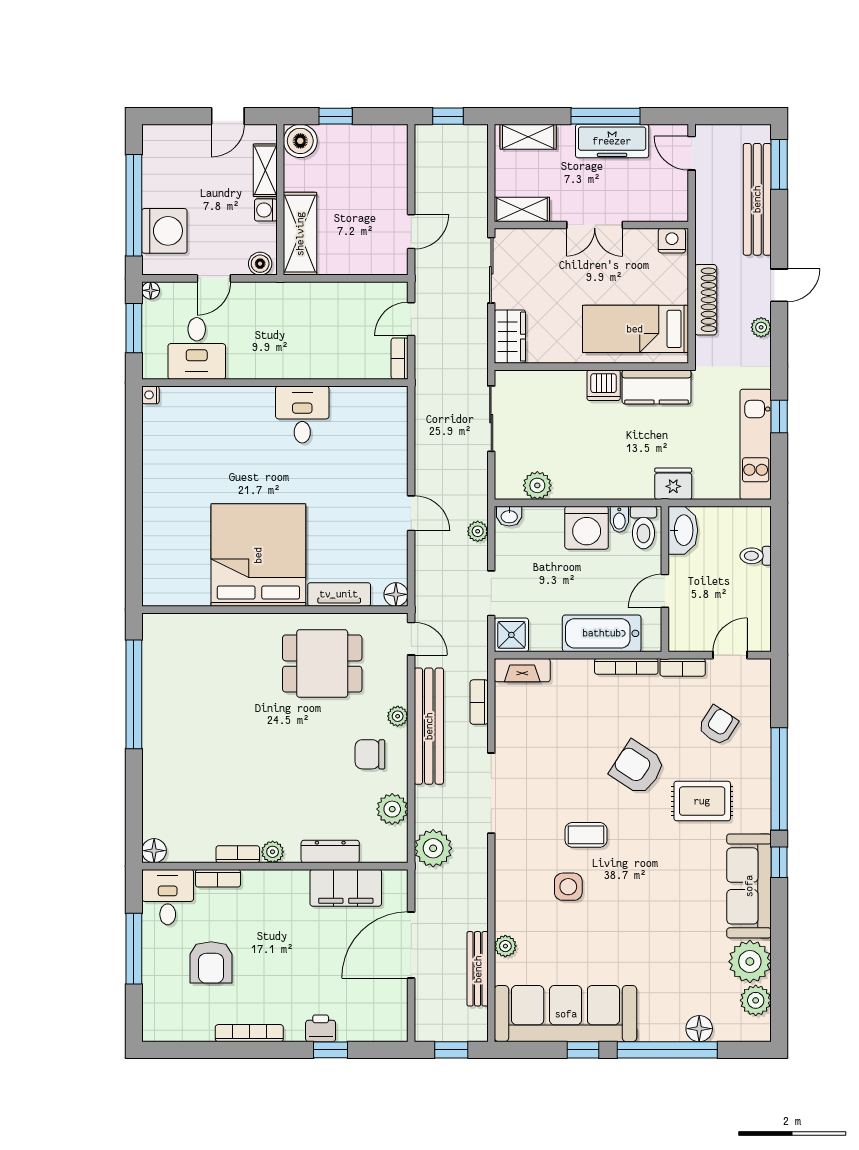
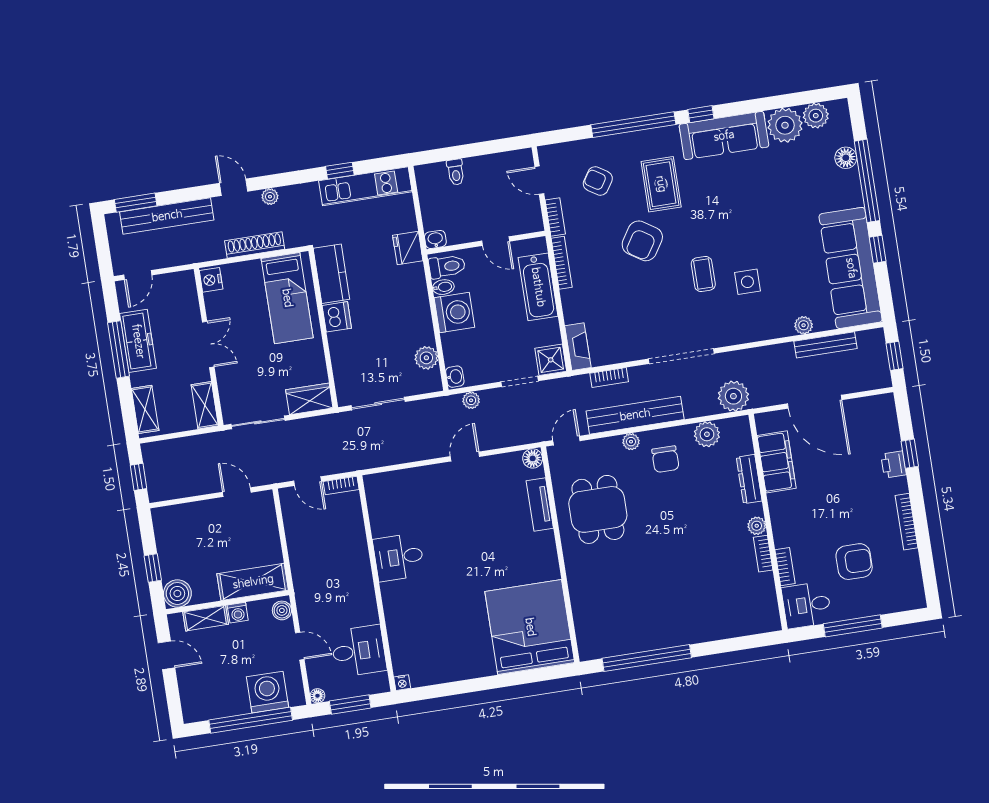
washbasin: (683, 530) -> (435, 239), width x0.52, depth x0.69
bed: (258, 555) -> (530, 627), moved, turned 90
floor lamp: (154, 851) -> (771, 622), removed

